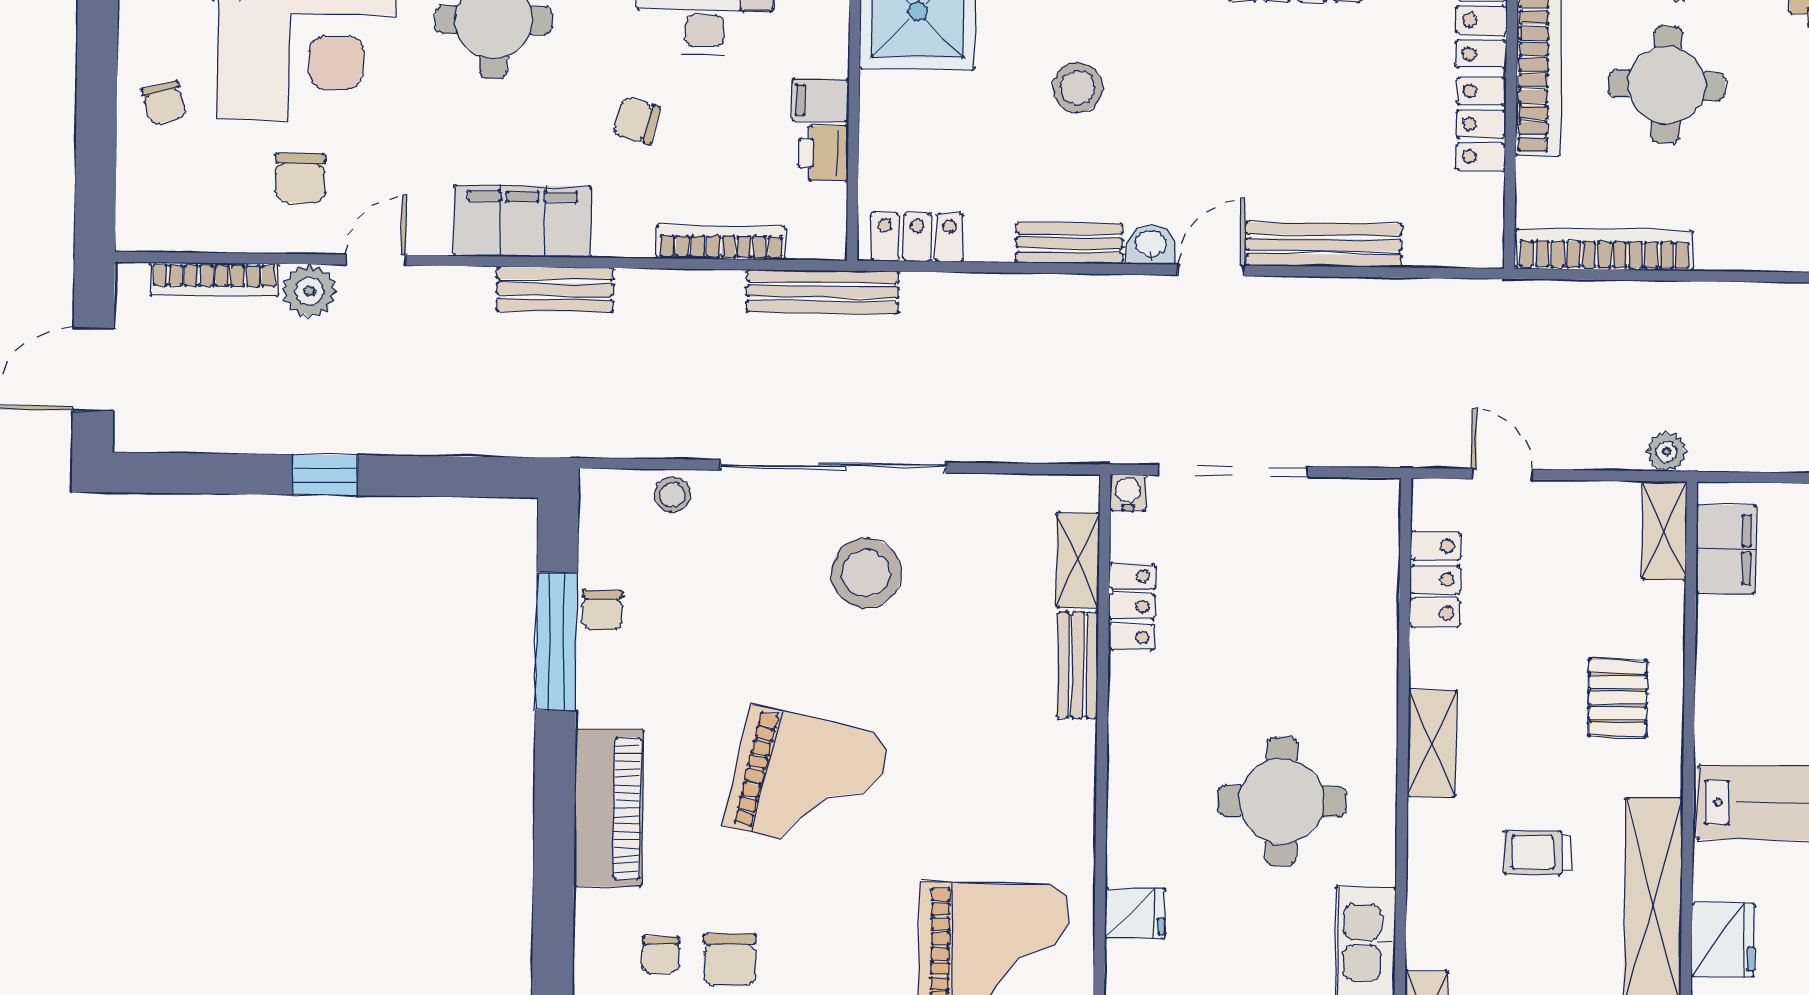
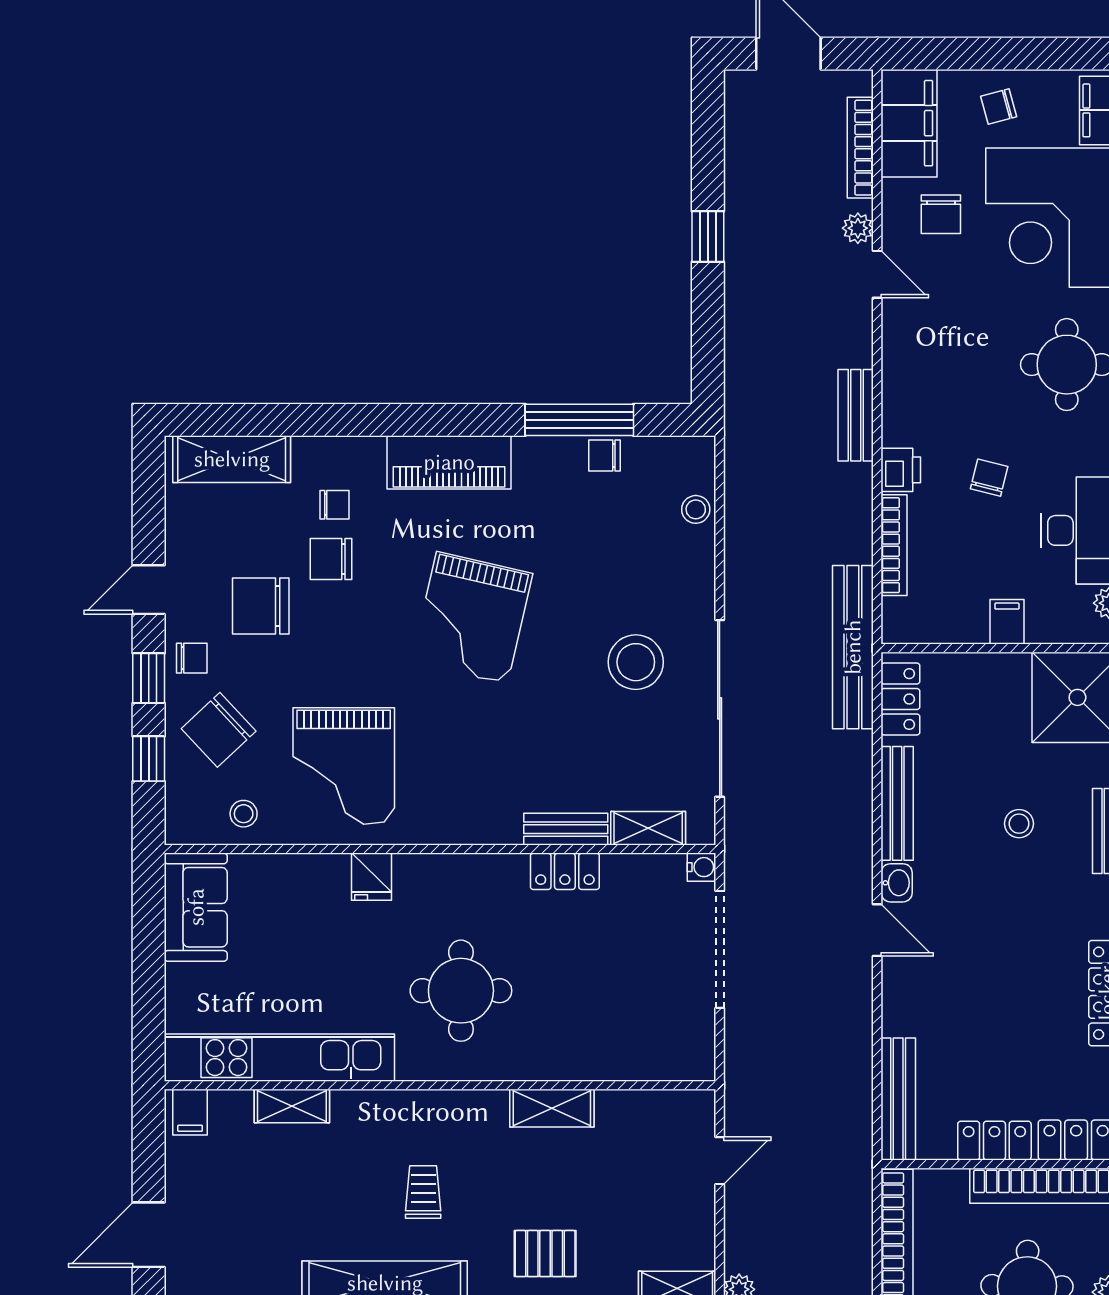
stool: (1078, 88) -> (1019, 824), width x0.73, depth x0.73
printer: (823, 153) -> (901, 470), moved, turned 90
chair: (300, 178) -> (941, 214), turned -90
filing cabinet: (522, 221) -> (909, 123), moved
bench: (1069, 243) -> (897, 803), width x1.36
bench: (1324, 245) -> (898, 1099), moved
plant: (309, 291) -> (858, 228), width x0.73, depth x0.73
bench: (822, 292) -> (853, 647), width x1.37, depth x1.21
sliding door: (833, 466) -> (720, 708), moved
locker: (1435, 579) -> (637, 1109), removed
locker: (1132, 607) -> (565, 871), moved
shelving: (1432, 743) -> (552, 1108), moved
chair: (661, 955) -> (334, 505), turned 180

